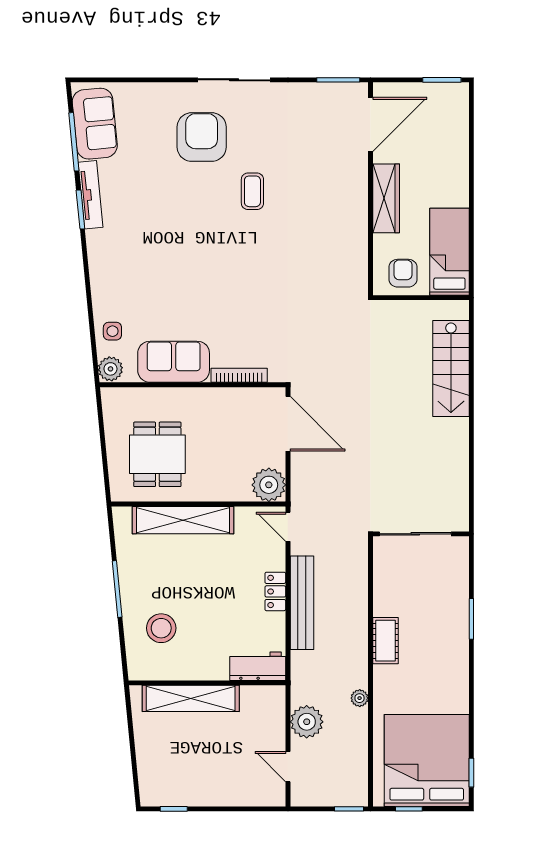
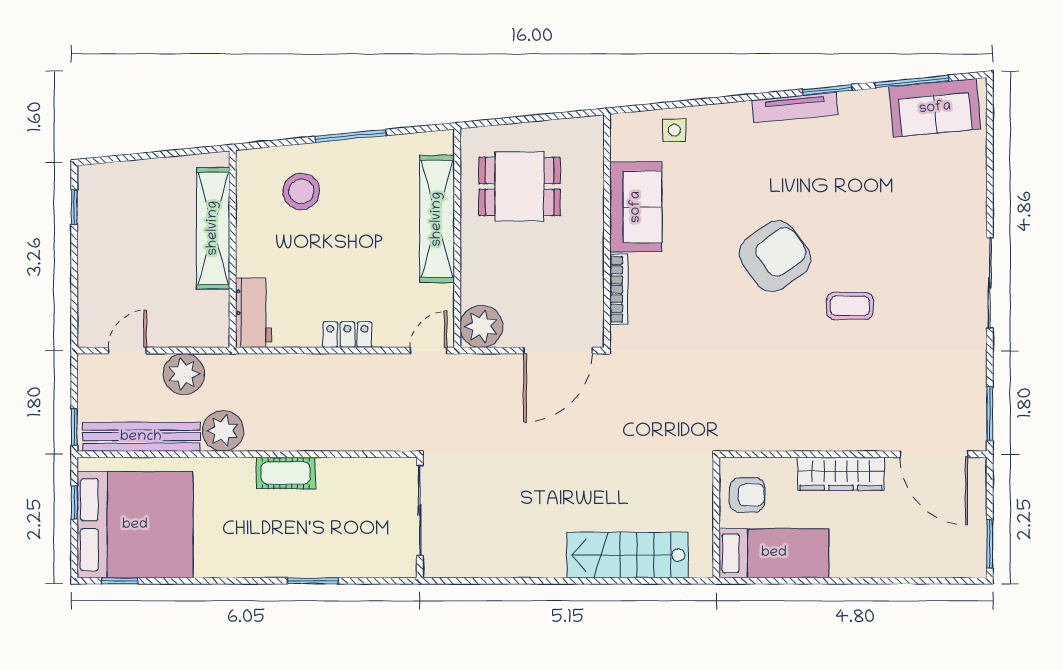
armchair: (202, 137) -> (775, 256), moved, turned -36
tv unit: (90, 195) -> (795, 107), moved
plant: (110, 369) -> (627, 128), removed
bench: (302, 603) -> (141, 437), moved
plant: (360, 698) -> (223, 431), width x1.88, depth x1.88

